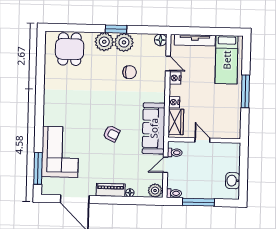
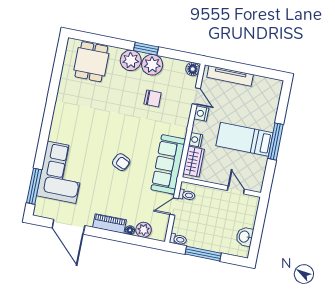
bed: (227, 60) -> (244, 139), moved, turned 90
door: (202, 140) -> (236, 190), moved
plant: (155, 191) -> (144, 230), moved

